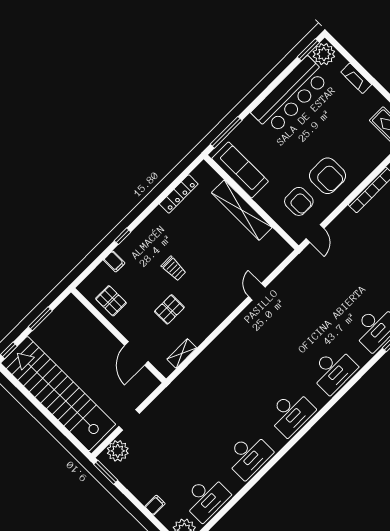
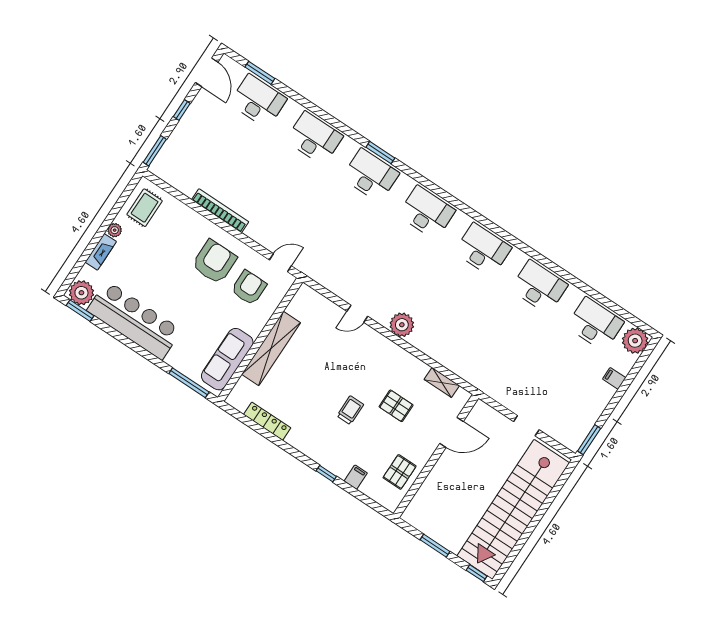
plant: (373, 94) -> (115, 230), added
plant: (118, 451) -> (402, 325), moved

